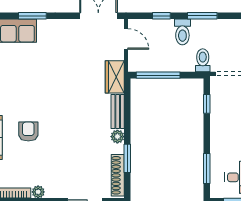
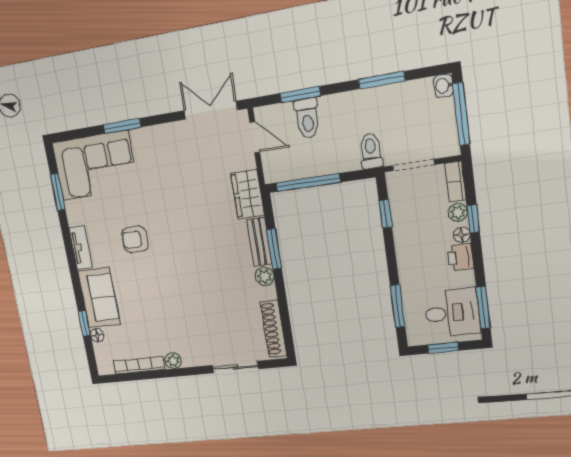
window: (161, 16) -> (300, 94), width x1.50
window: (202, 16) -> (382, 80), moved
toilet: (182, 32) -> (307, 118), moved
armchair: (28, 132) -> (135, 239), moved, turned -90
window: (127, 158) -> (274, 249), moved

